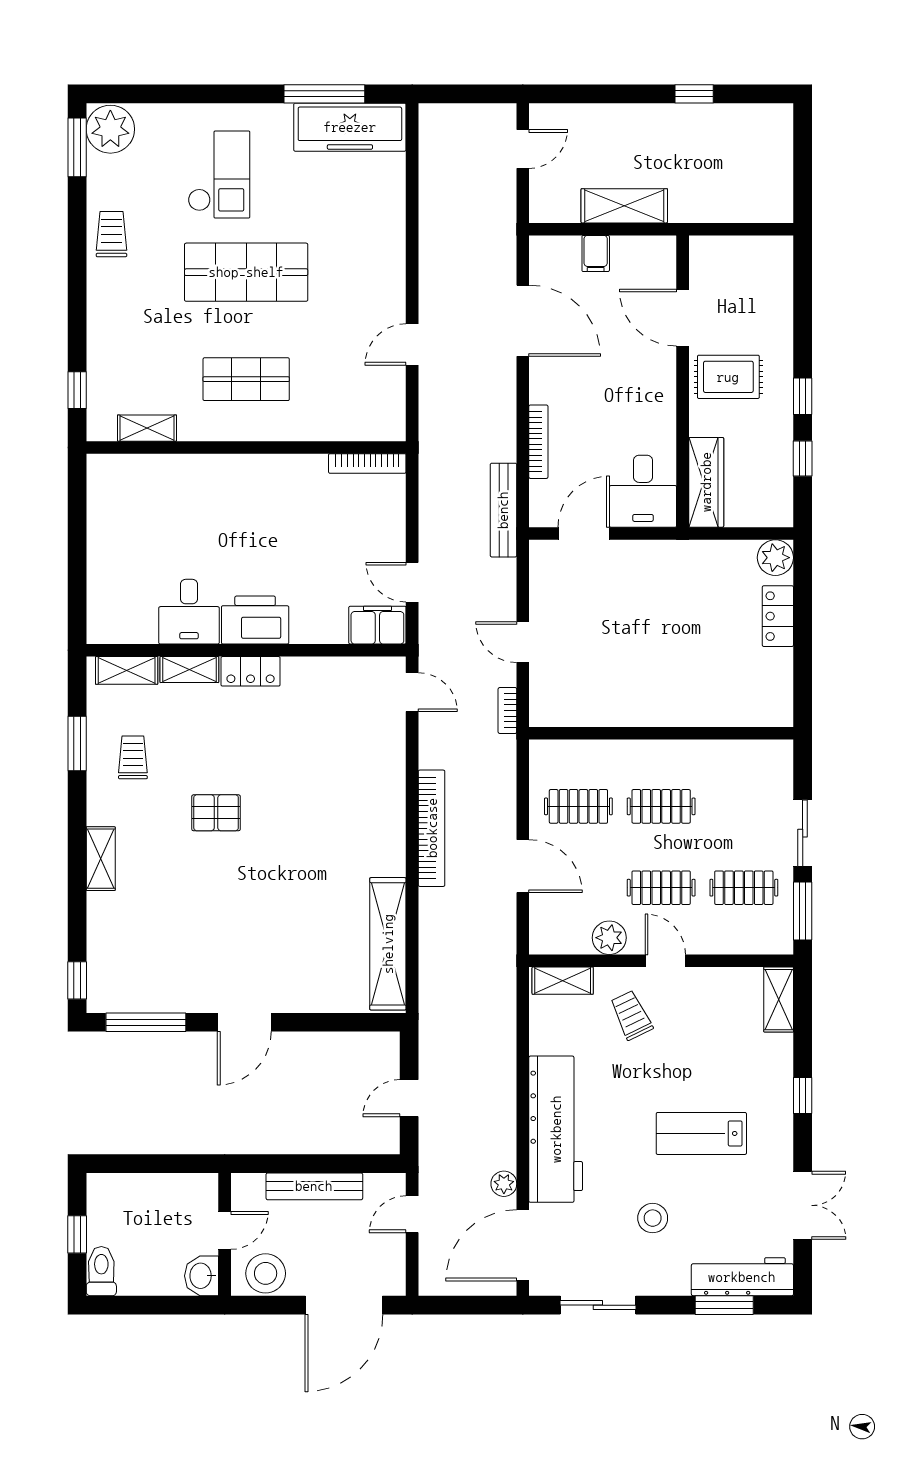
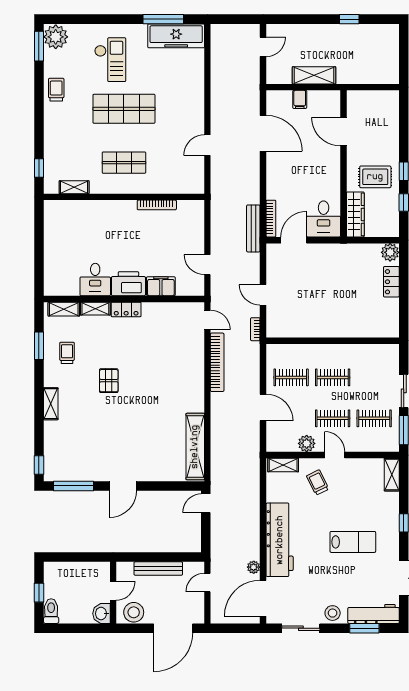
rug: (728, 377) -> (375, 177), moved
bookcase: (538, 442) -> (271, 219), moved
bookcase: (367, 463) -> (157, 205), moved
filing cabinet: (377, 625) -> (161, 286), moved
pallet: (216, 813) -> (109, 381), turned 90
bookcase: (432, 828) -> (217, 362), moved
door: (409, 1098) -> (206, 503), moved
lab bench: (701, 1133) -> (353, 542), turned 180
stool: (653, 1218) -> (333, 613), moved

